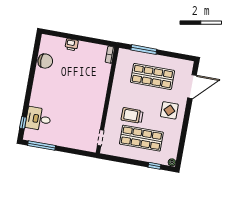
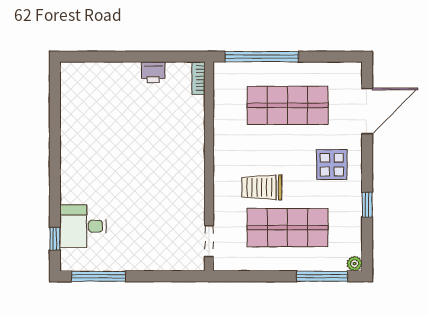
printer: (72, 45) -> (153, 72), moved
window: (144, 50) -> (262, 57), width x1.46
chair: (45, 61) -> (76, 113), removed
window: (184, 134) -> (367, 205), added
window: (154, 166) -> (322, 276), width x2.17

